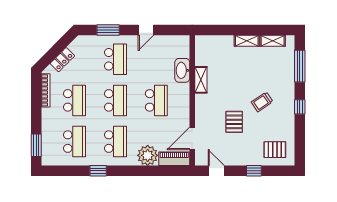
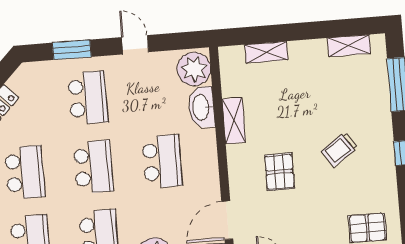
door: (146, 30) -> (135, 45), swing flipped
shelving: (247, 41) -> (266, 52), moved
plant: (180, 47) -> (194, 69), added
pallet: (234, 122) -> (279, 172), moved

